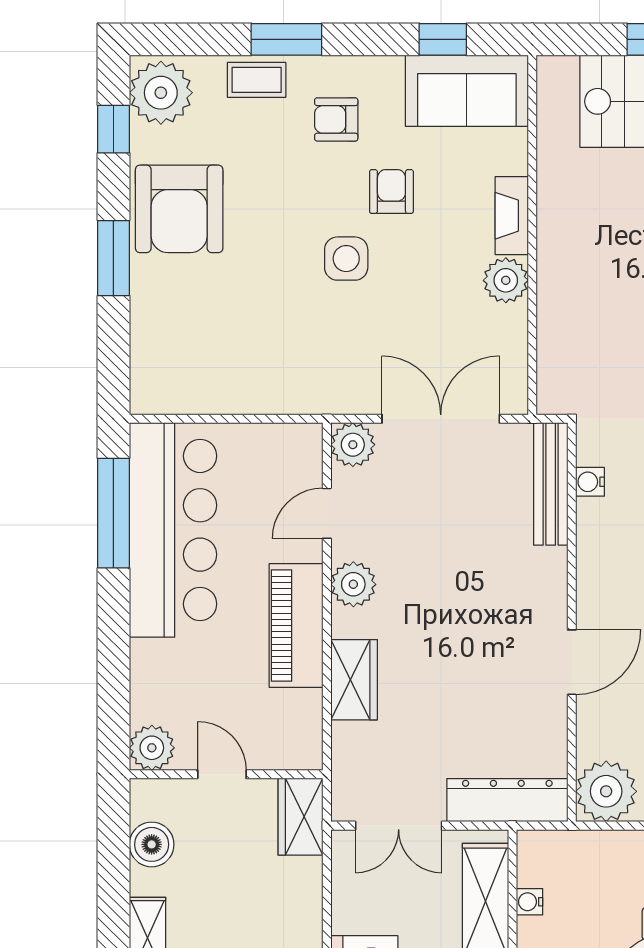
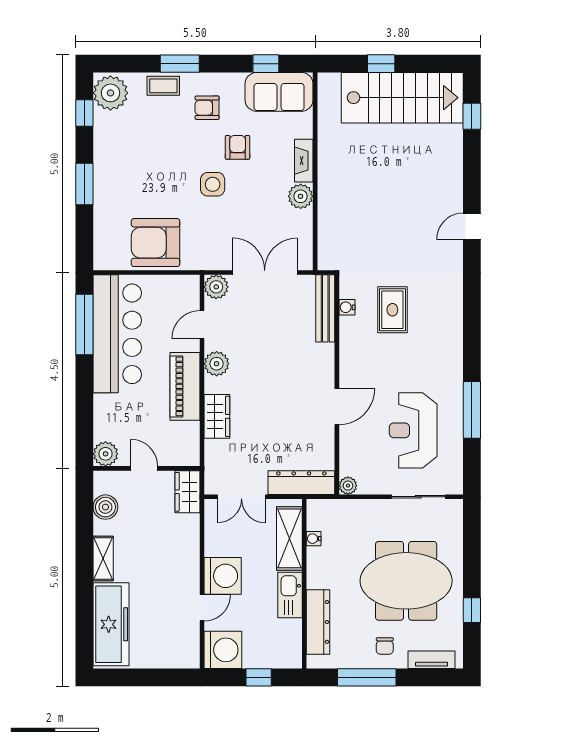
armchair: (179, 209) -> (155, 243), moved, turned 90
plant: (606, 791) -> (348, 486), width x0.53, depth x0.53

